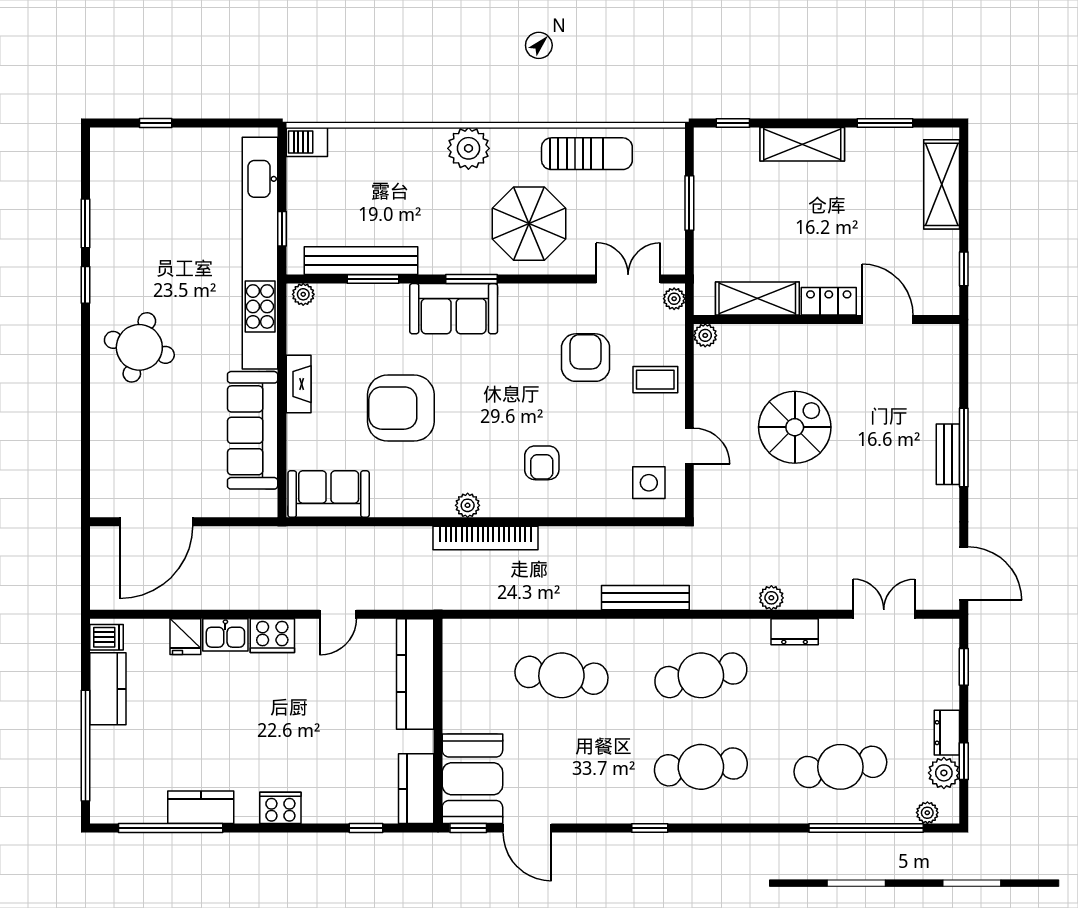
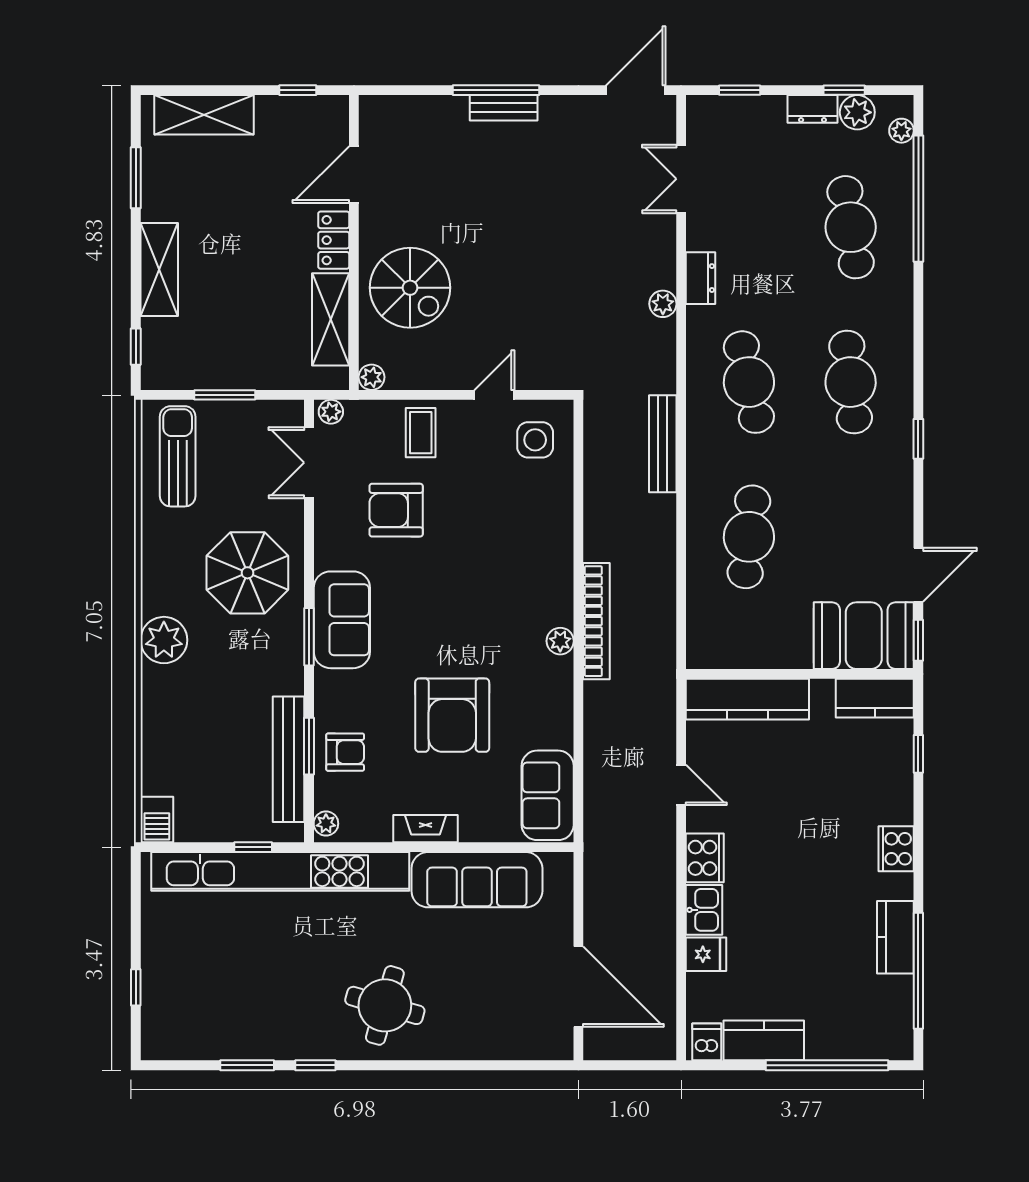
sun lounger: (587, 154) -> (178, 456), moved
sofa: (454, 309) -> (342, 620), moved
spiral stairs: (795, 427) -> (410, 288), moved, turned 180
armchair: (542, 463) -> (345, 752), moved

